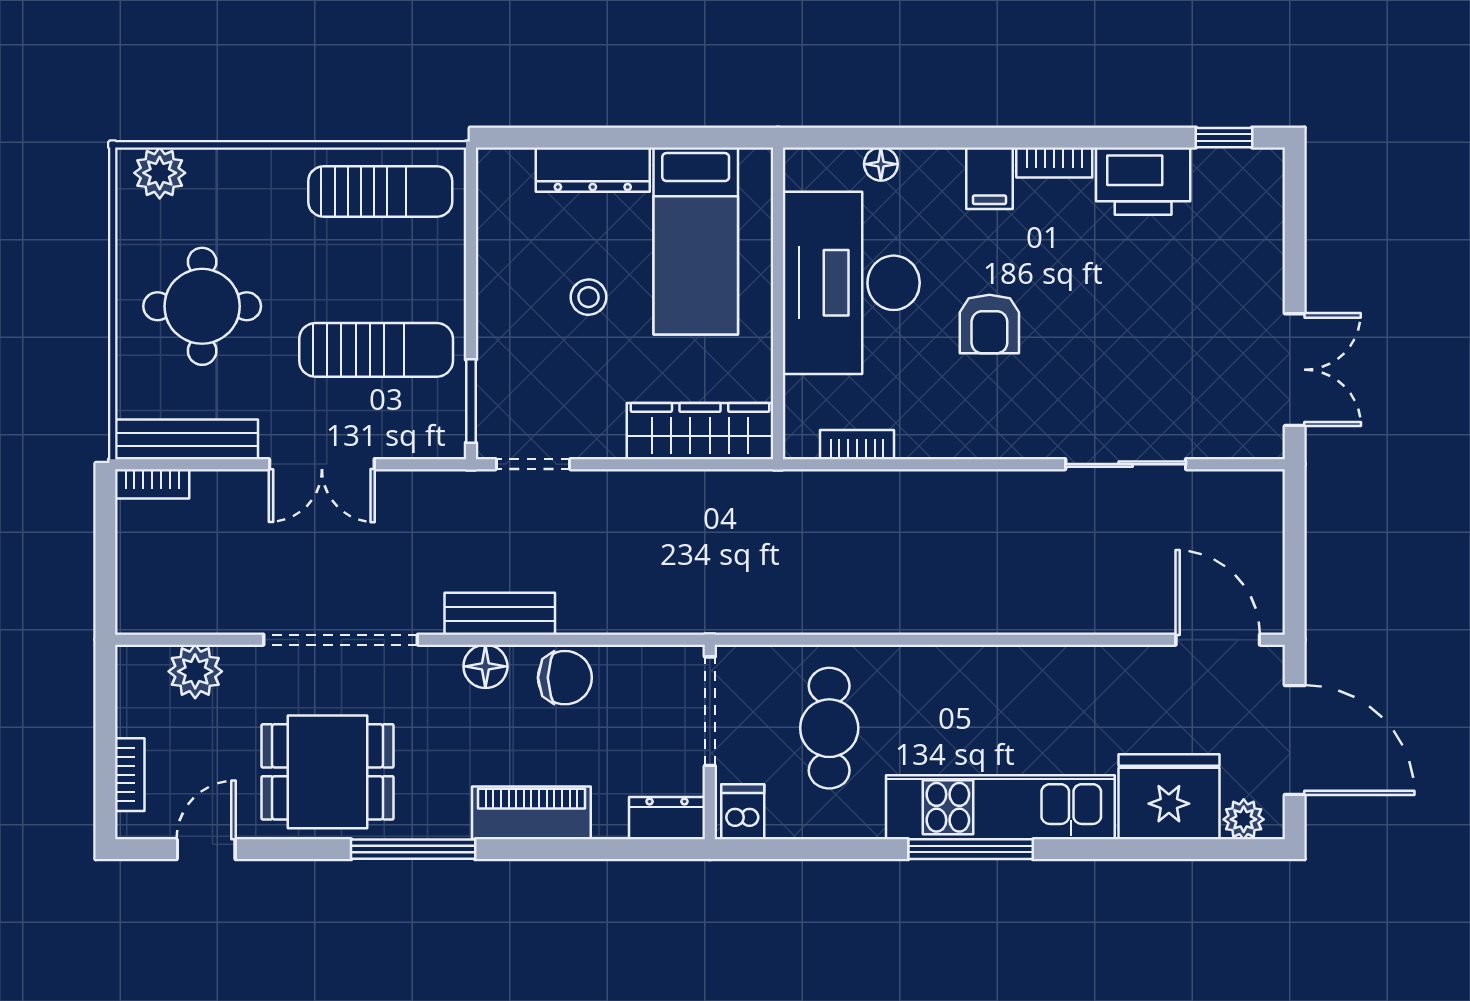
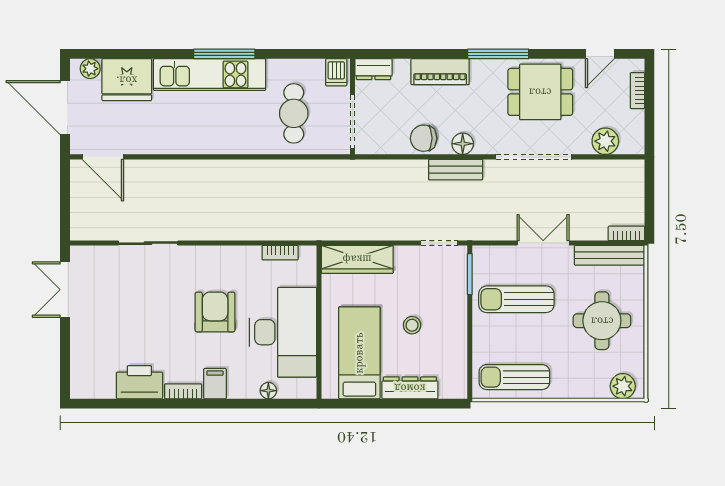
window: (1224, 138) -> (100, 404), removed
armchair: (989, 324) -> (215, 312), width x1.38, depth x1.38

